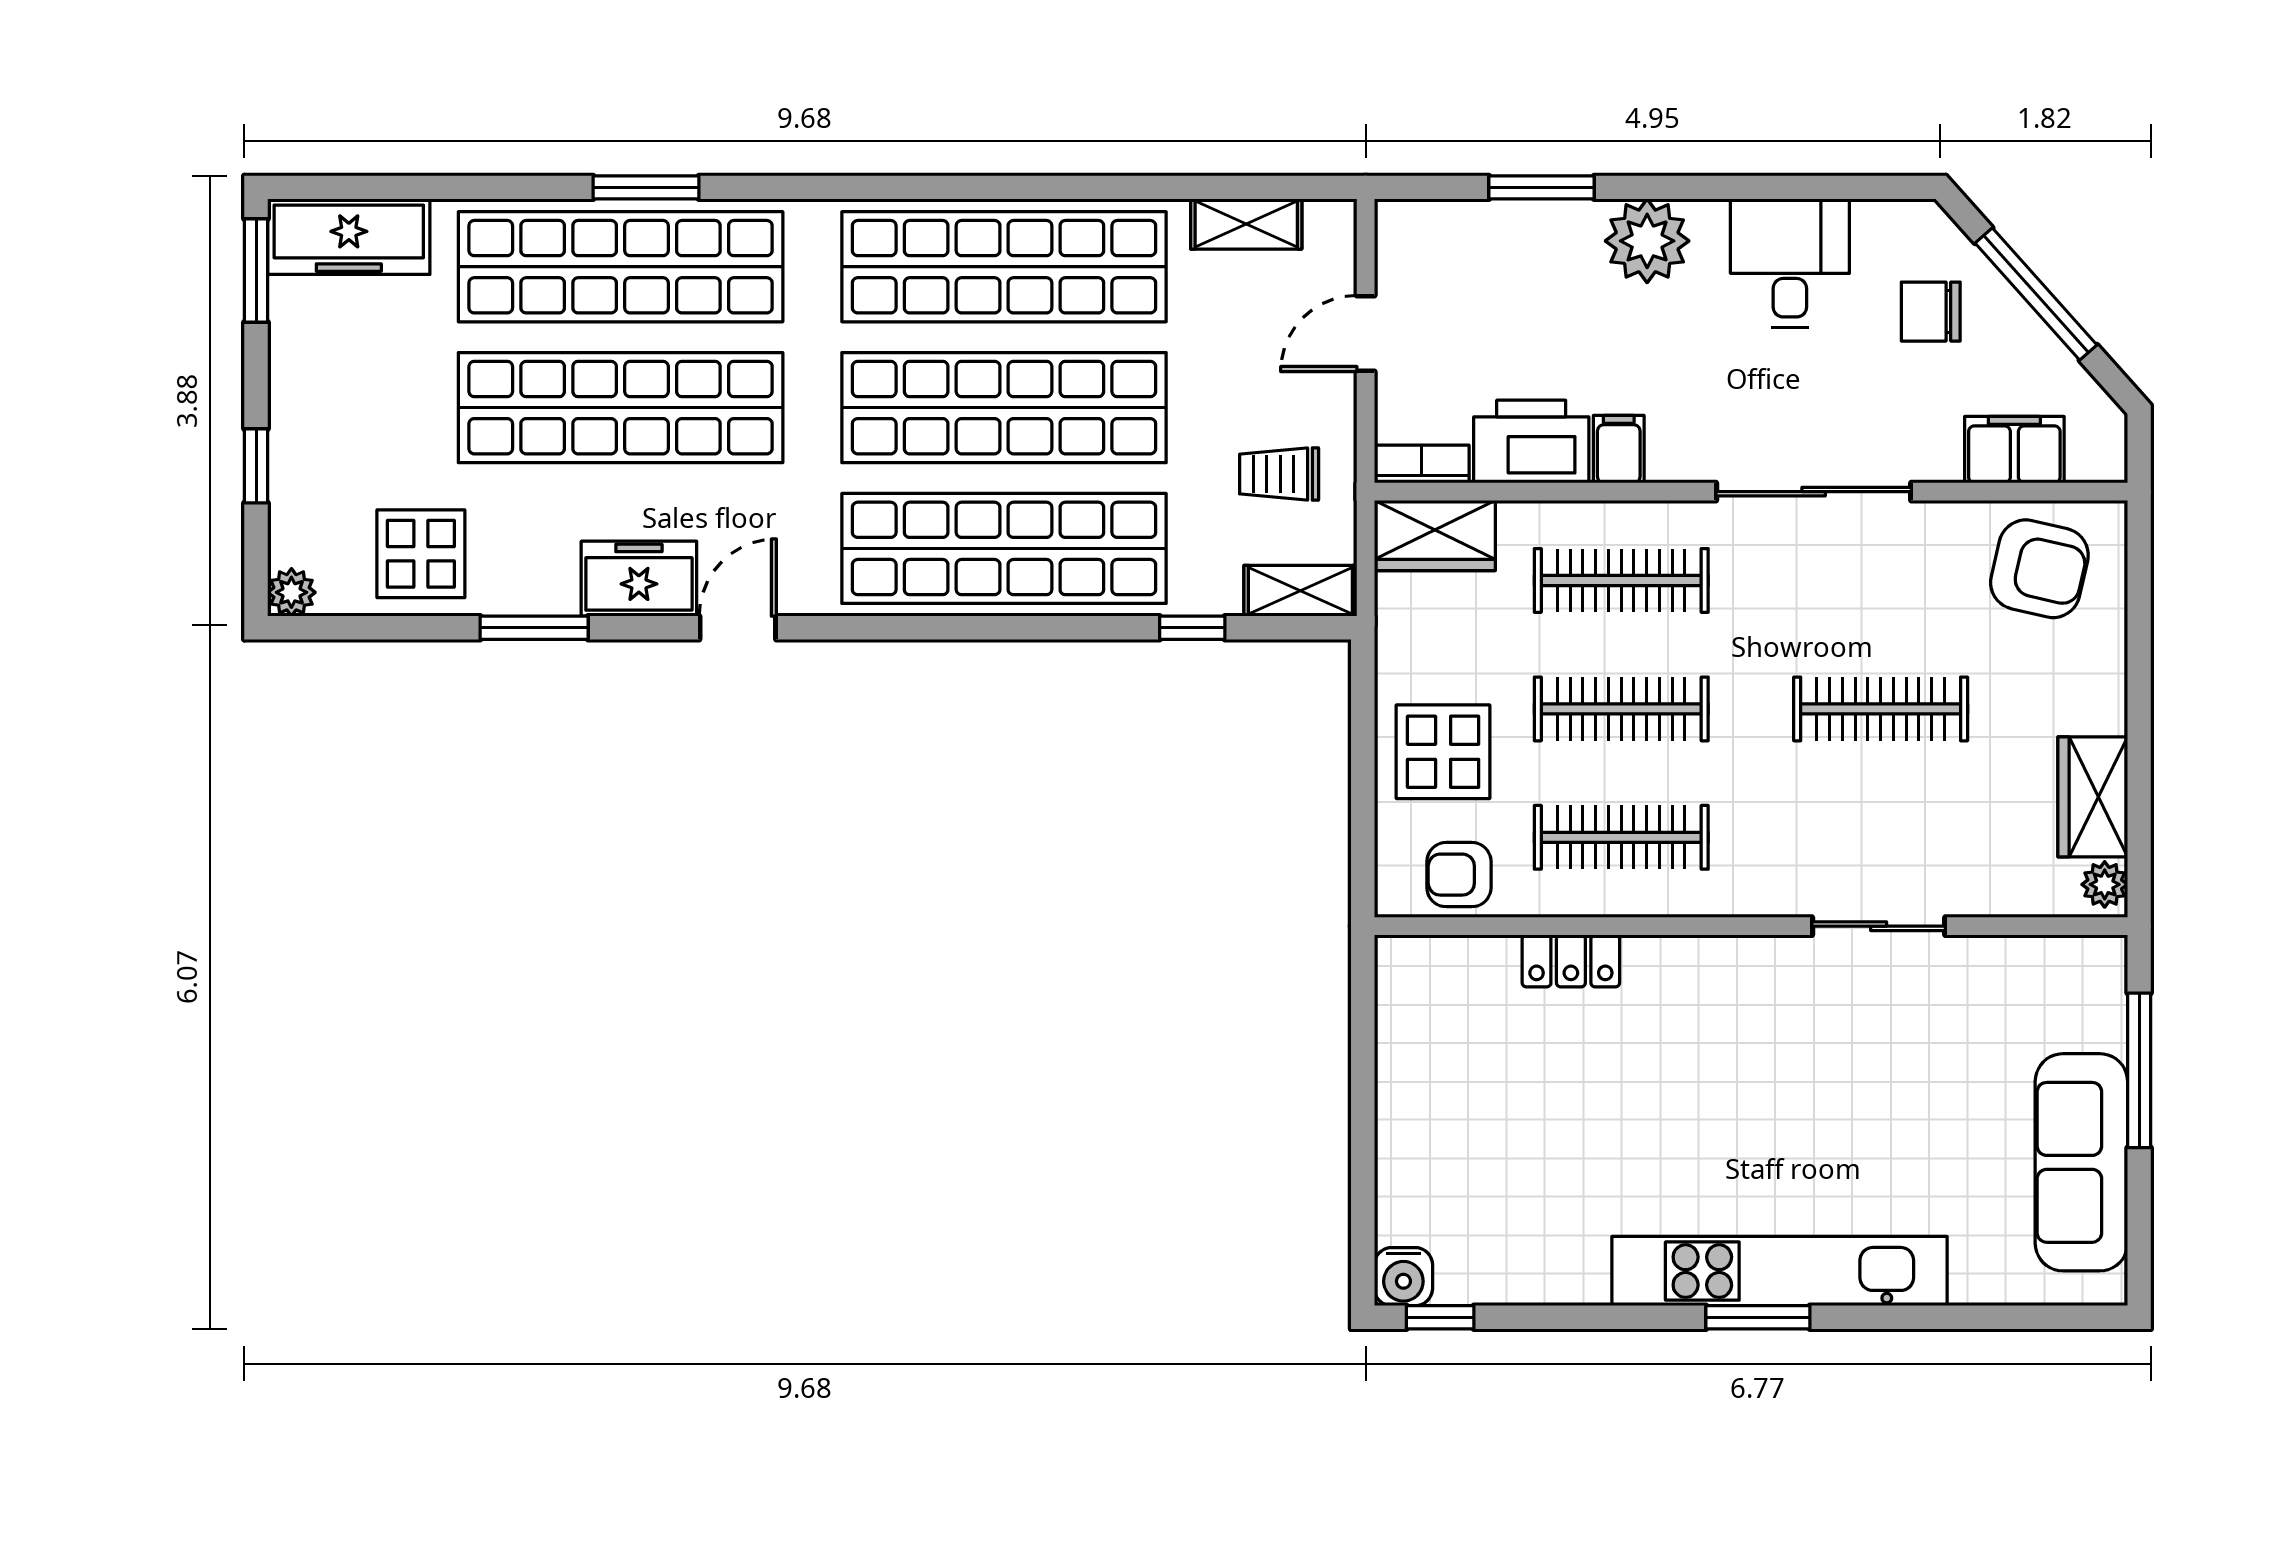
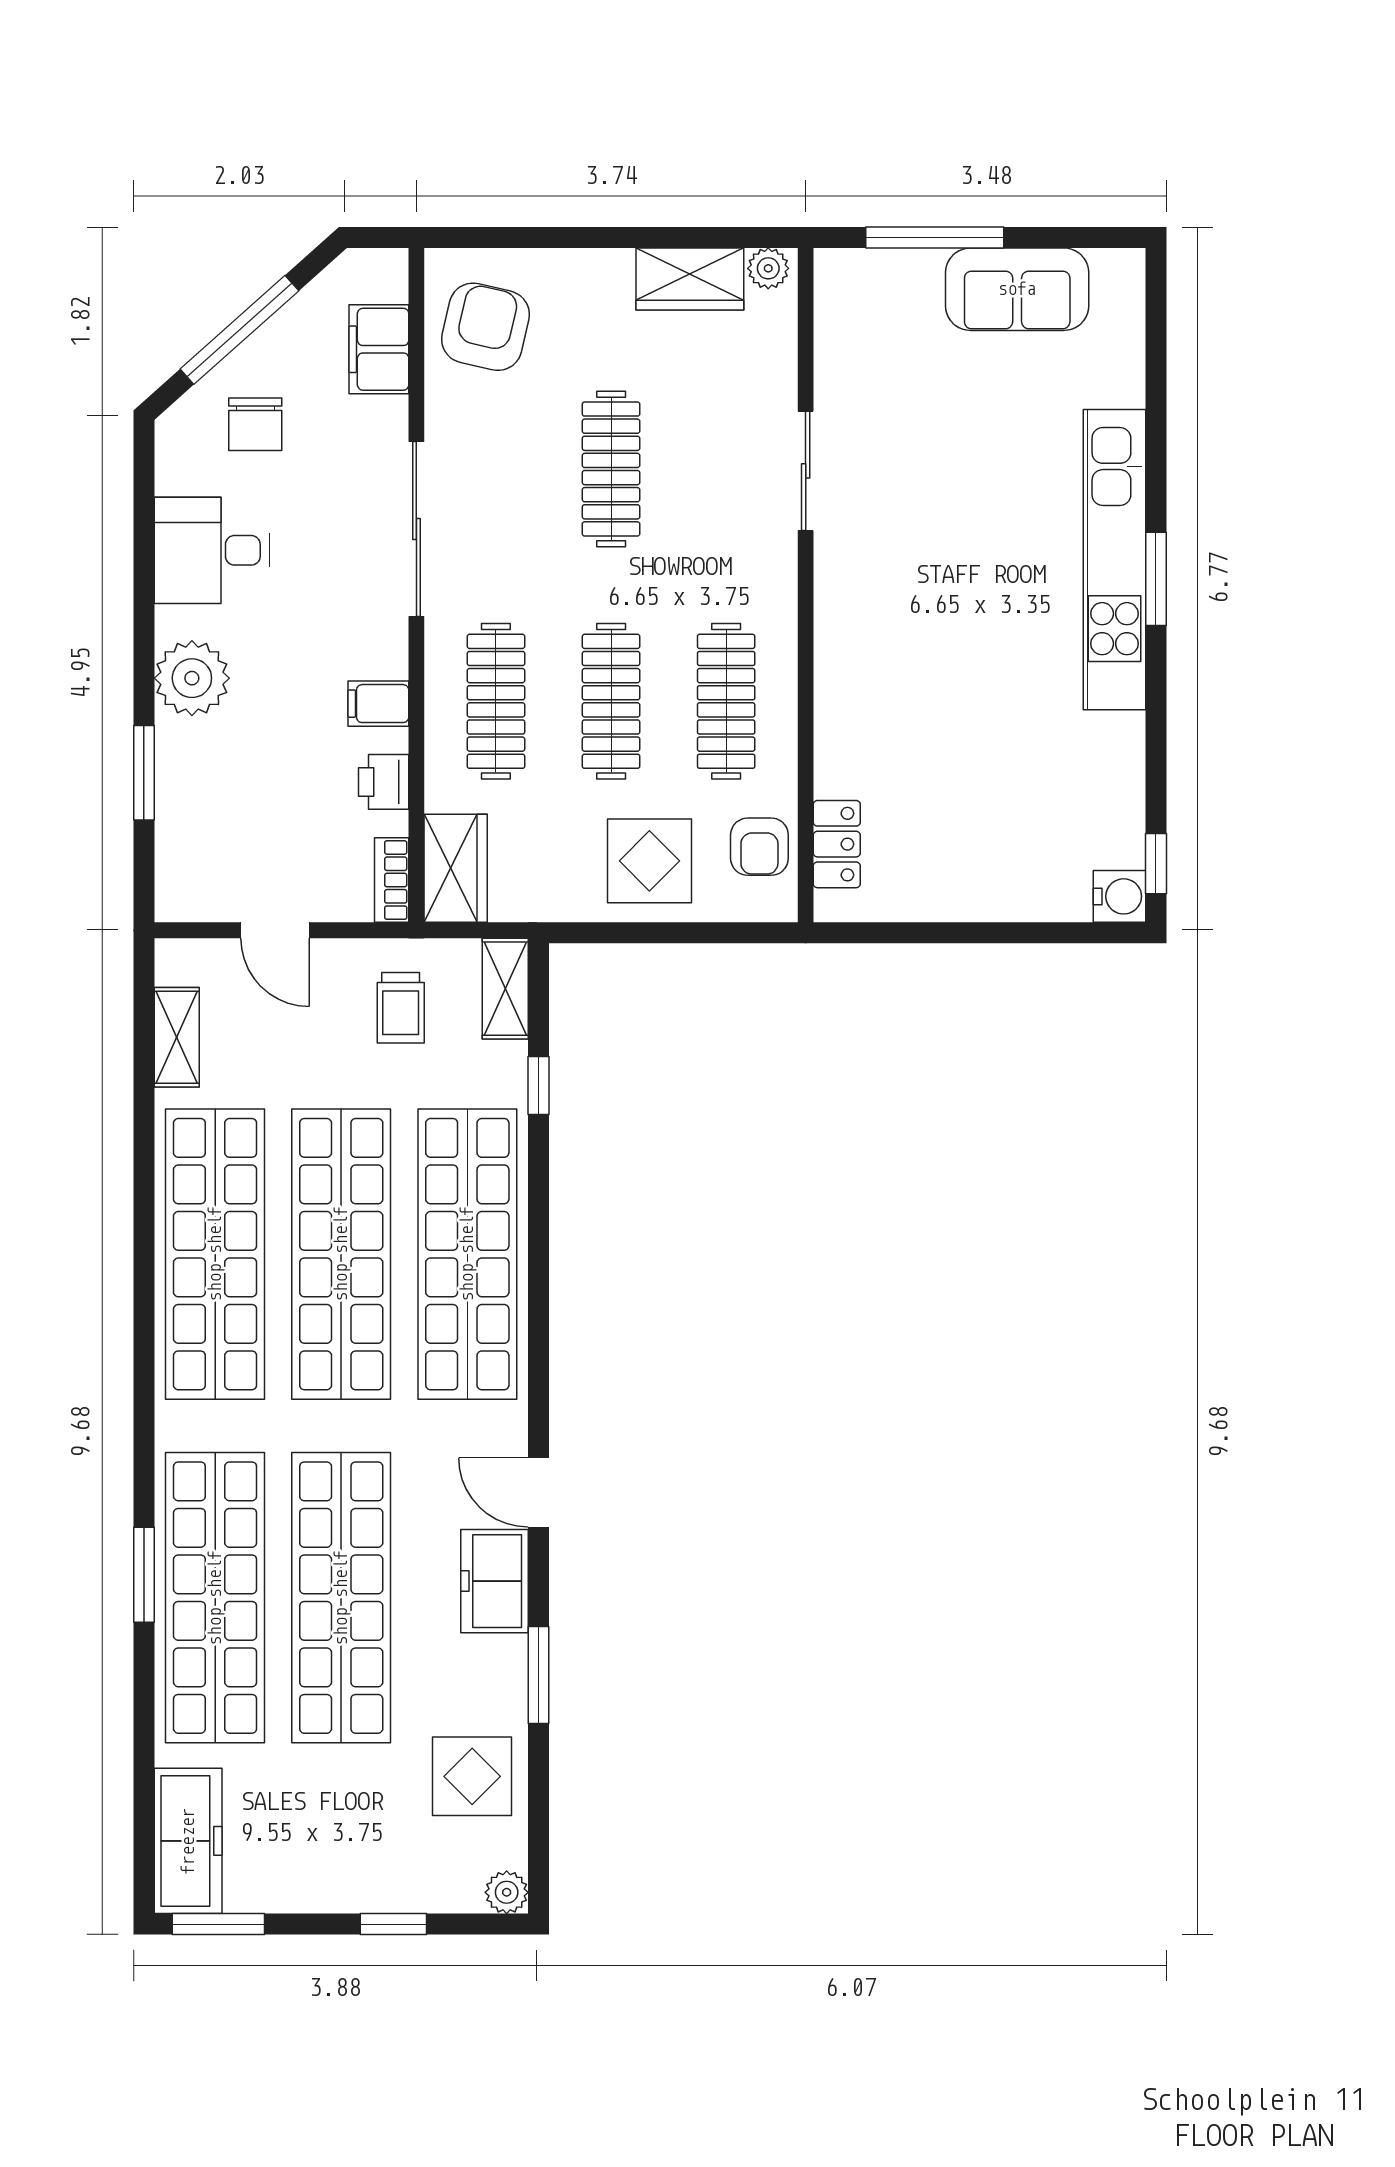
printer: (1531, 442) -> (384, 782), width x0.53, depth x0.68
locker: (1571, 961) -> (837, 844), moved
sofa: (2081, 1162) -> (1017, 289), width x0.73

